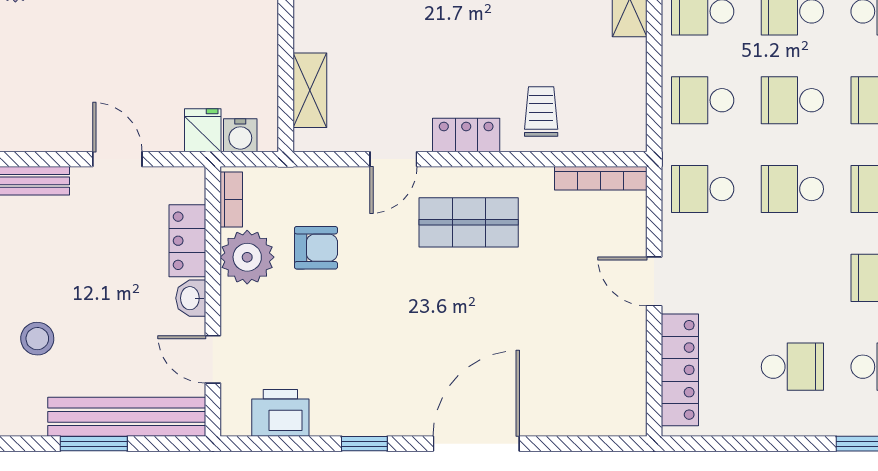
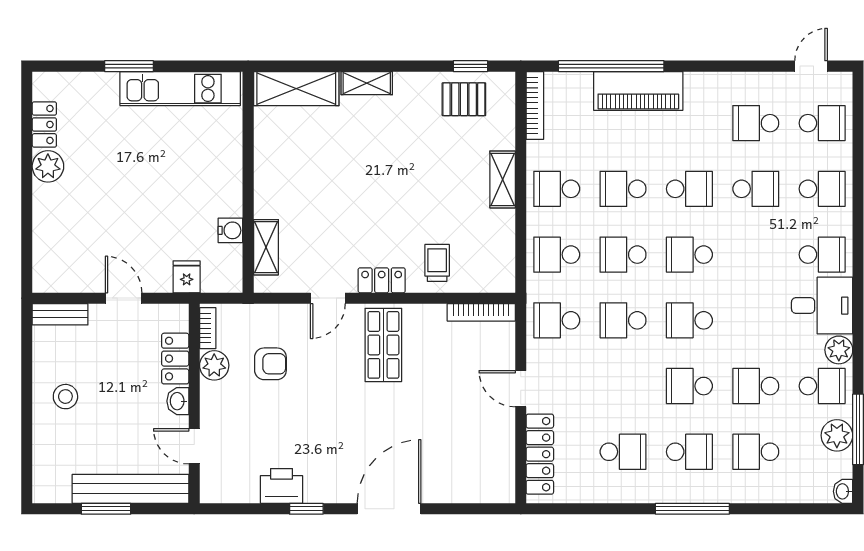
water cooler: (240, 135) -> (230, 230), moved, turned -90
shop shelf: (469, 222) -> (383, 345), turned 90
plant: (247, 257) -> (214, 365), width x0.73, depth x0.73
stool: (37, 339) -> (65, 397), moved
printer: (280, 413) -> (281, 486), moved

